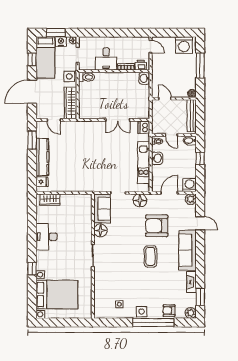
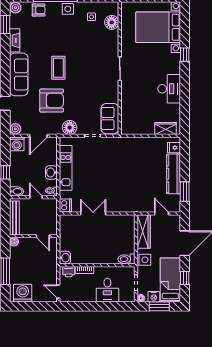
desk: (106, 59) -> (107, 290), moved, turned 180
floor lamp: (100, 230) -> (112, 22), moved

